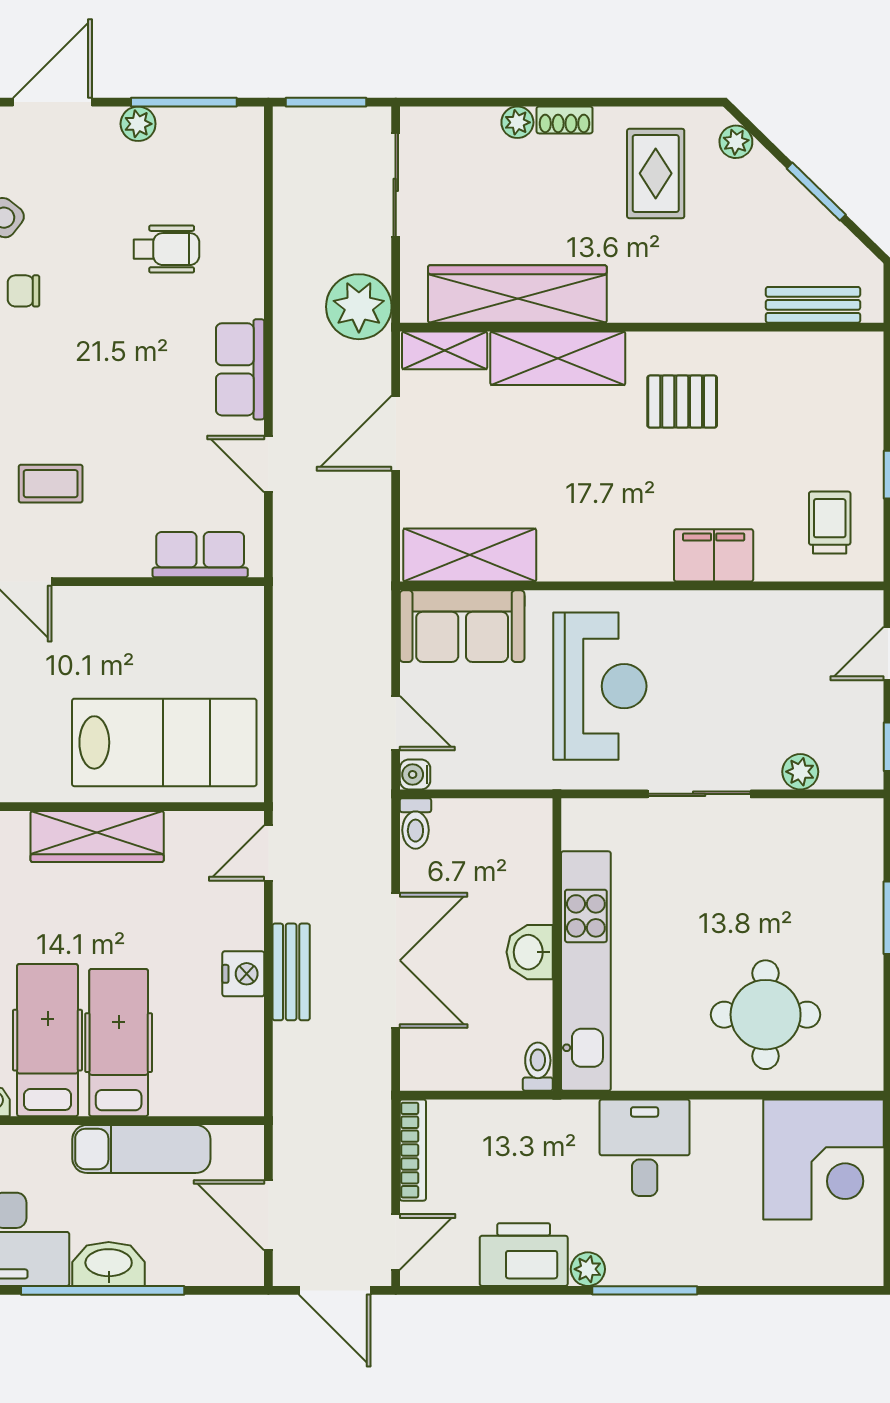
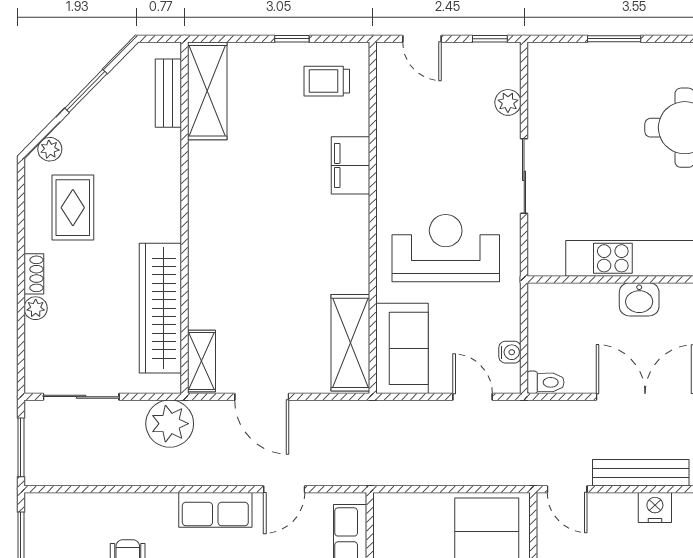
rug: (656, 173) -> (73, 208), turned 90
shelving: (558, 358) -> (207, 91), moved
pallet: (682, 402) -> (239, 188), removed
door: (396, 723) -> (473, 397), hinge flipped
water cooler: (415, 774) -> (510, 352), moved, turned -90
bench: (291, 972) -> (641, 473), width x1.36

